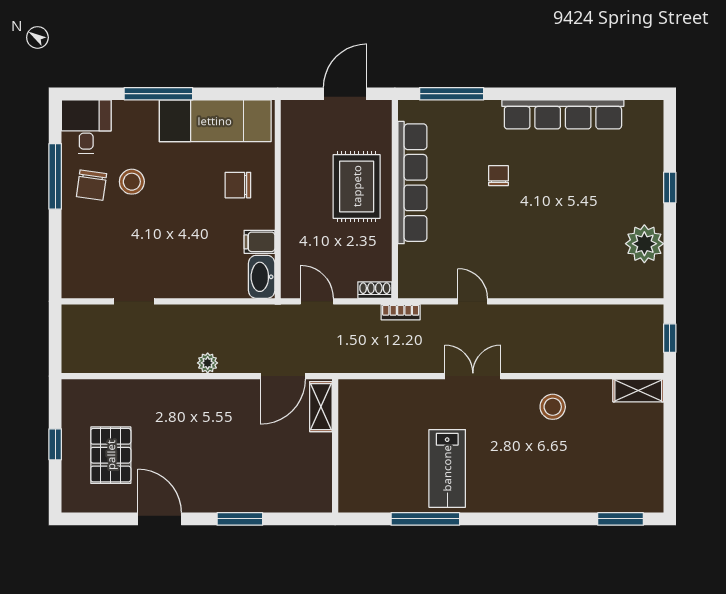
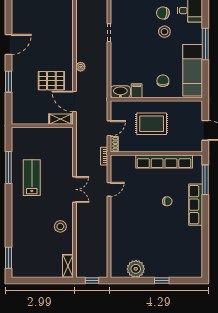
row of seats: (563, 114) -> (196, 205), moved, width x0.73
rug: (357, 186) -> (152, 124), moved
door: (317, 301) -> (109, 128), moved
pallet: (111, 455) -> (51, 81), moved
lab bench: (447, 468) -> (32, 178), turned 90

